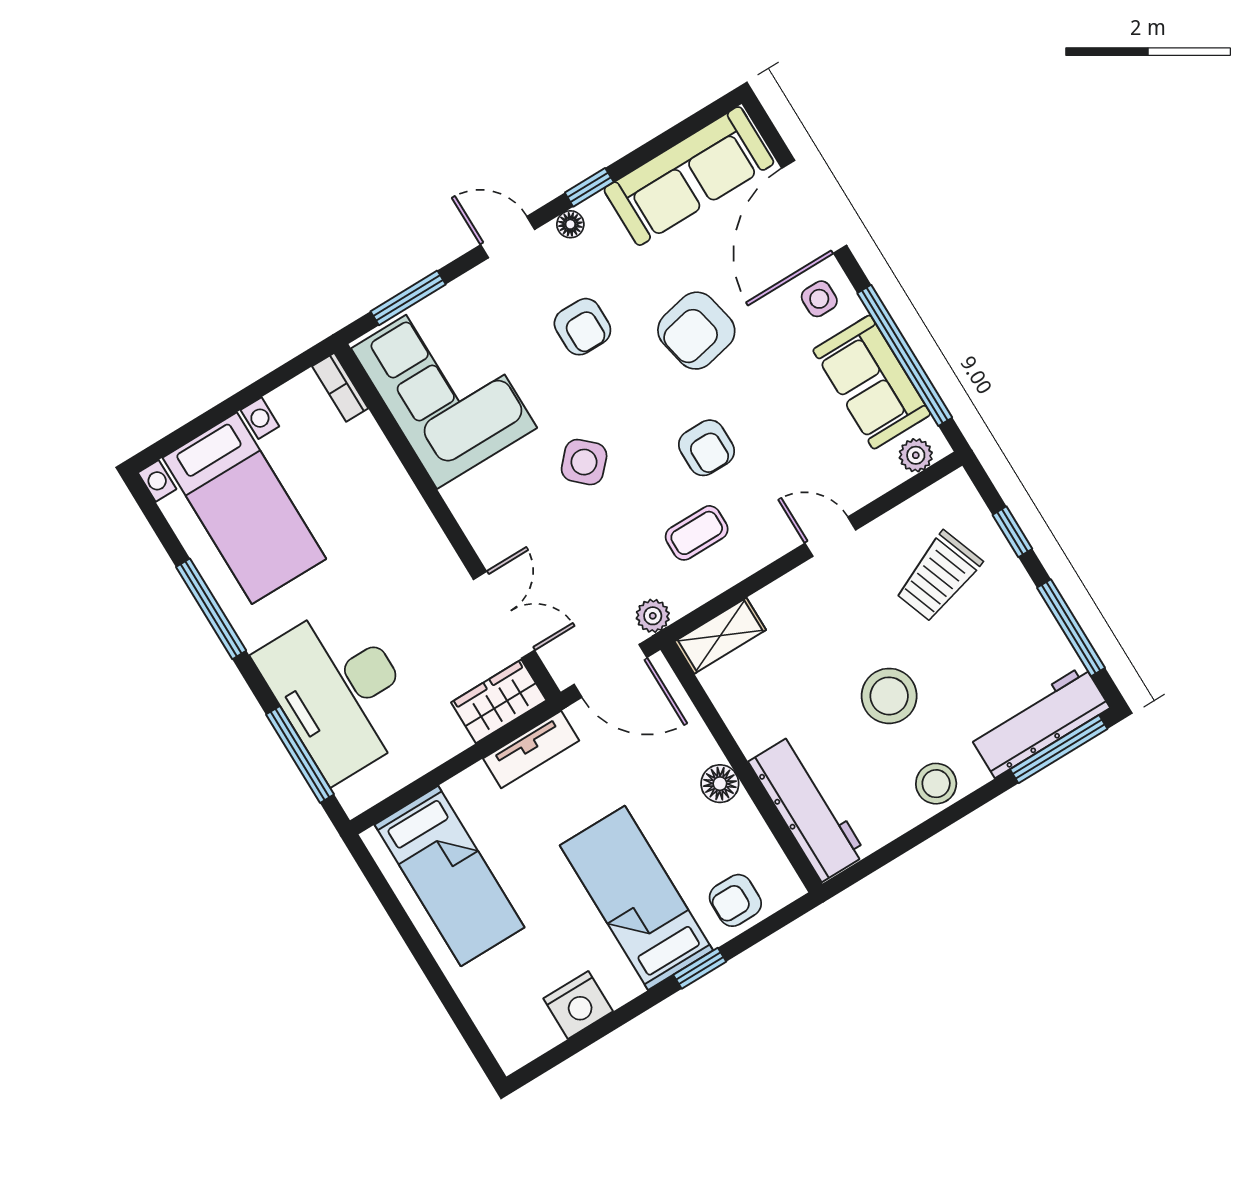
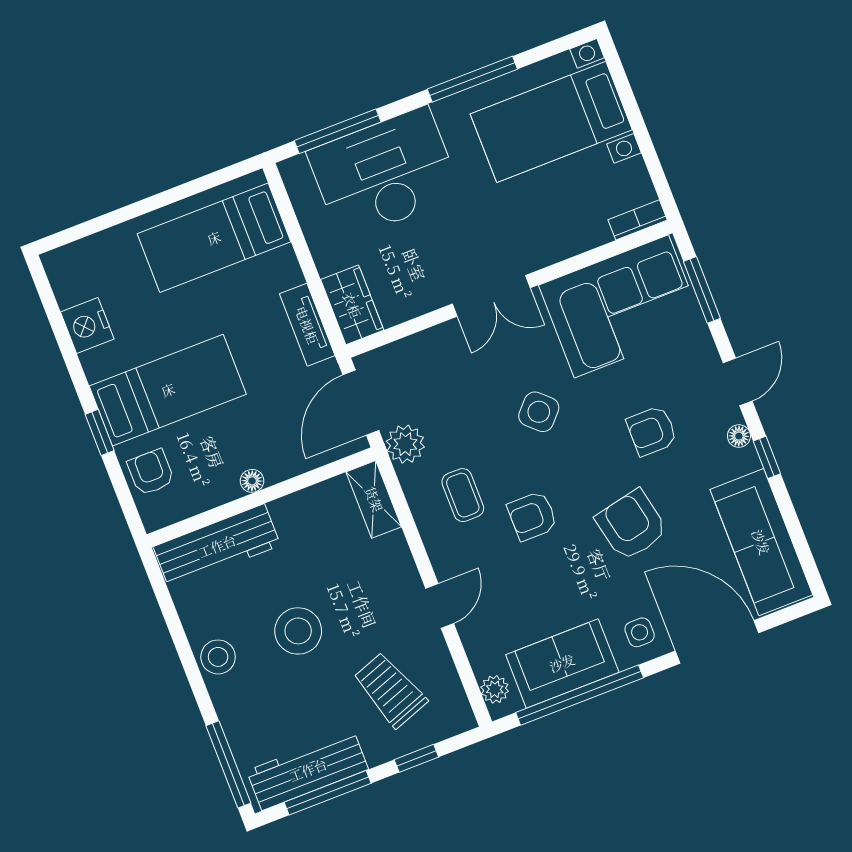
double door: (504, 615) -> (491, 296), moved
plant: (653, 616) -> (405, 444), width x1.38, depth x1.38
workbench: (1039, 722) -> (308, 770), moved, turned -90
floor lamp: (720, 784) -> (252, 481), width x0.73, depth x0.73

